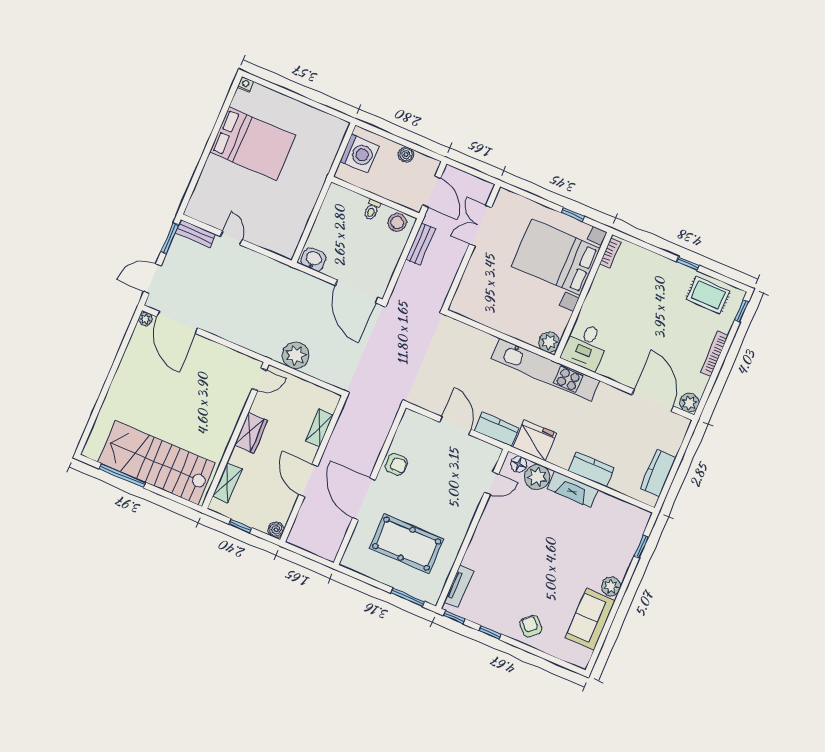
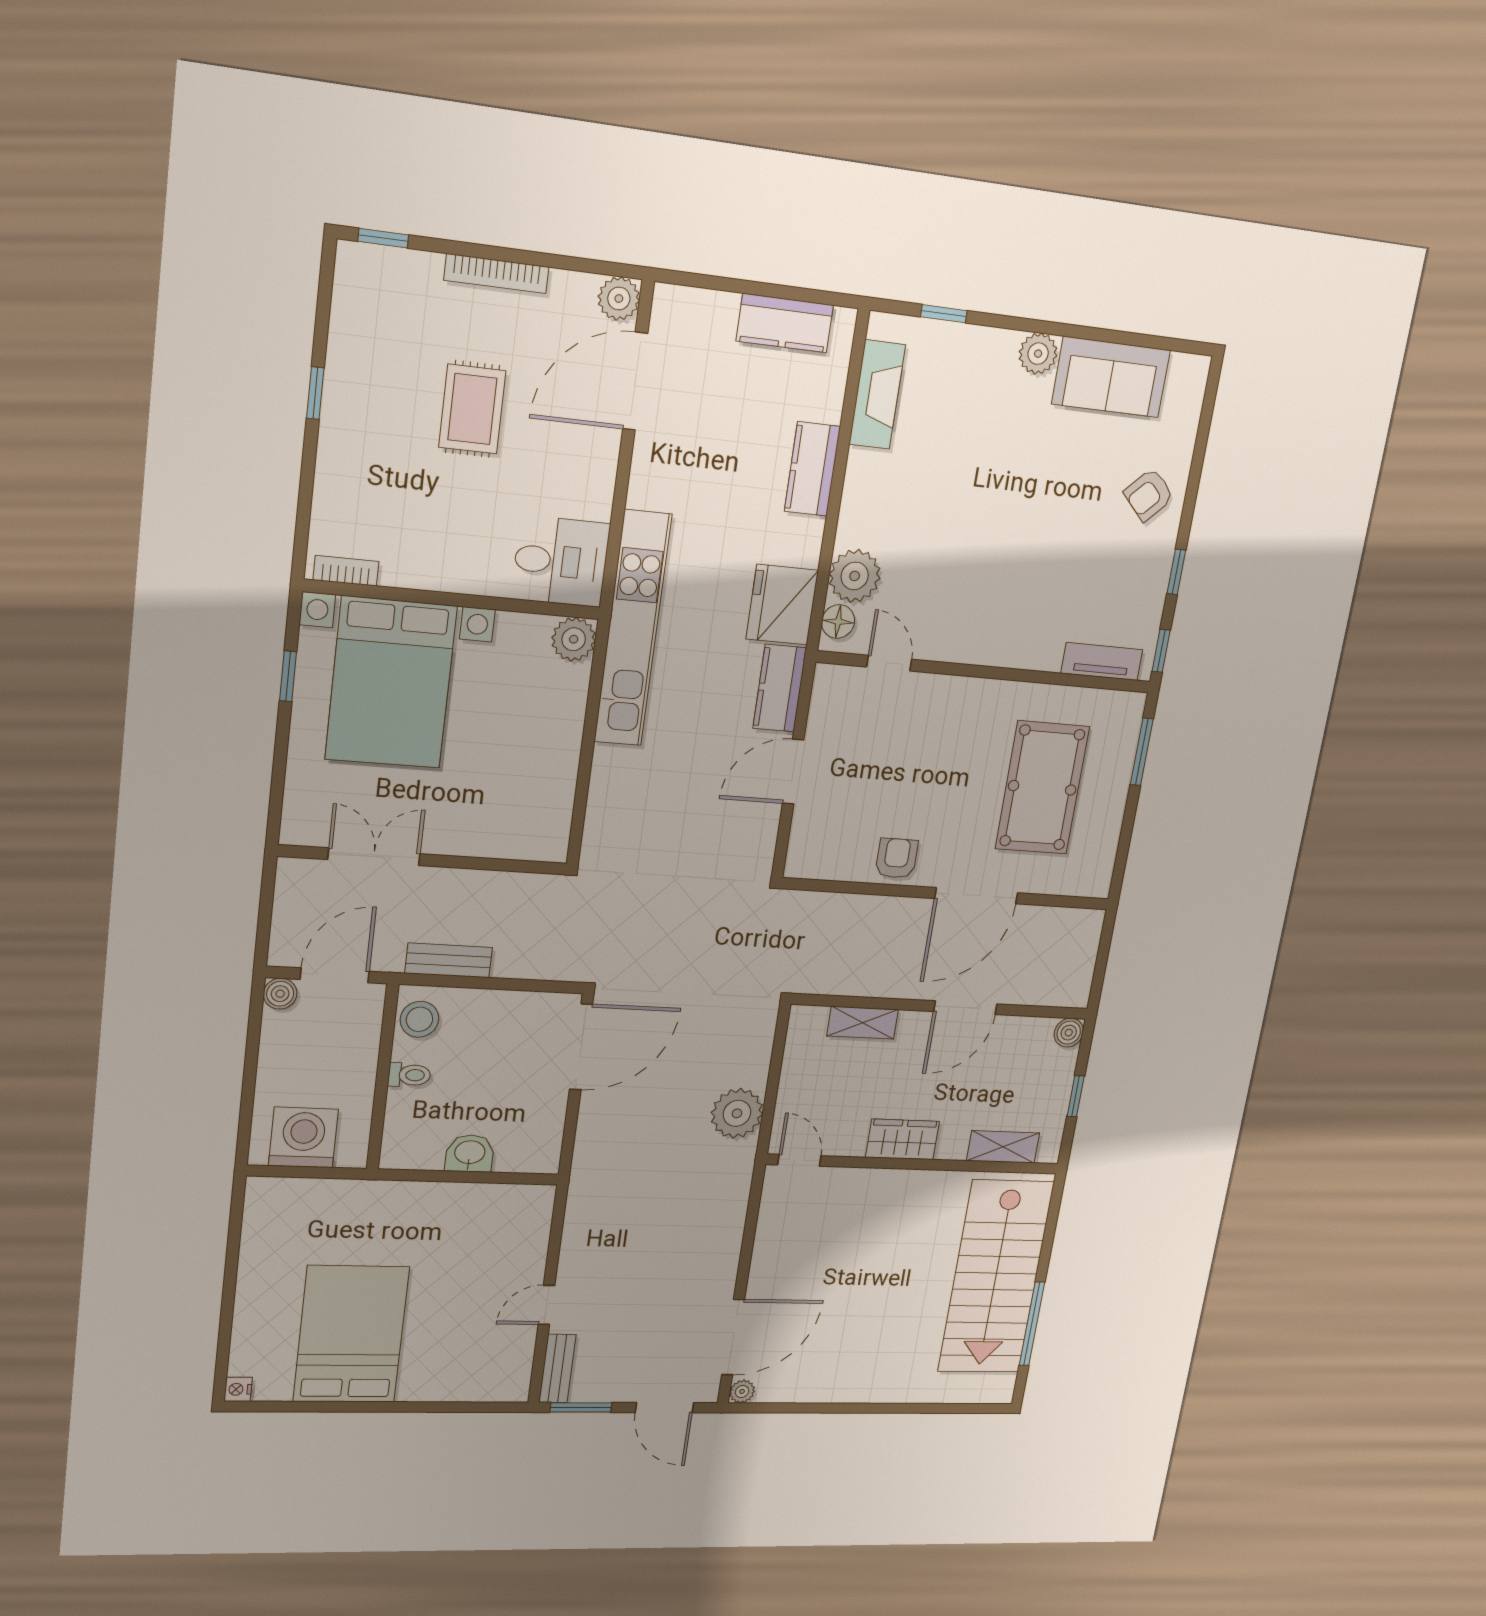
boiler: (406, 155) -> (280, 994), moved
double door: (480, 226) -> (374, 857), swing flipped
washbasin: (313, 260) -> (470, 1153), moved, turned 90
rug: (708, 295) -> (472, 409), moved
fireplace: (573, 489) -> (877, 395), moved

